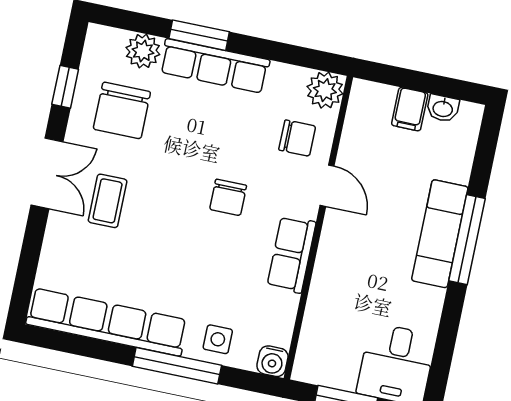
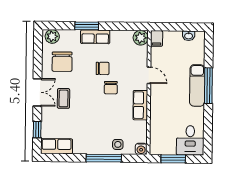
plant: (143, 51) -> (52, 36), moved
row of seats: (215, 66) -> (95, 37), width x0.68
window: (65, 87) -> (37, 130), moved
filing cabinet: (410, 109) -> (157, 38), moved
chair: (297, 138) -> (103, 68), moved
row of seats: (107, 322) -> (57, 146), width x0.50

